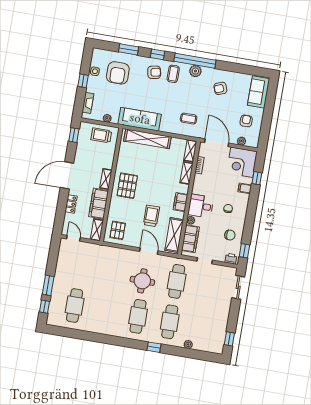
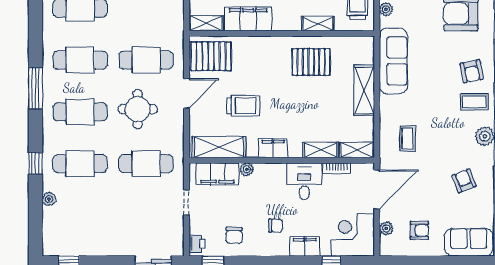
shelving: (147, 139) -> (364, 90), width x0.68
shelving: (106, 179) -> (318, 24), moved
pallet: (127, 186) -> (311, 62), moved
filing cabinet: (245, 188) -> (305, 246), width x2.00
desk: (201, 206) -> (304, 181), moved
pallet: (118, 230) -> (211, 56), width x1.50, depth x1.42
door: (149, 251) -> (187, 93), moved
cafe table: (113, 271) -> (146, 60), added
cafe table: (106, 311) -> (80, 60), added
window: (119, 341) -> (35, 88), added
window: (154, 347) -> (35, 163), moved

